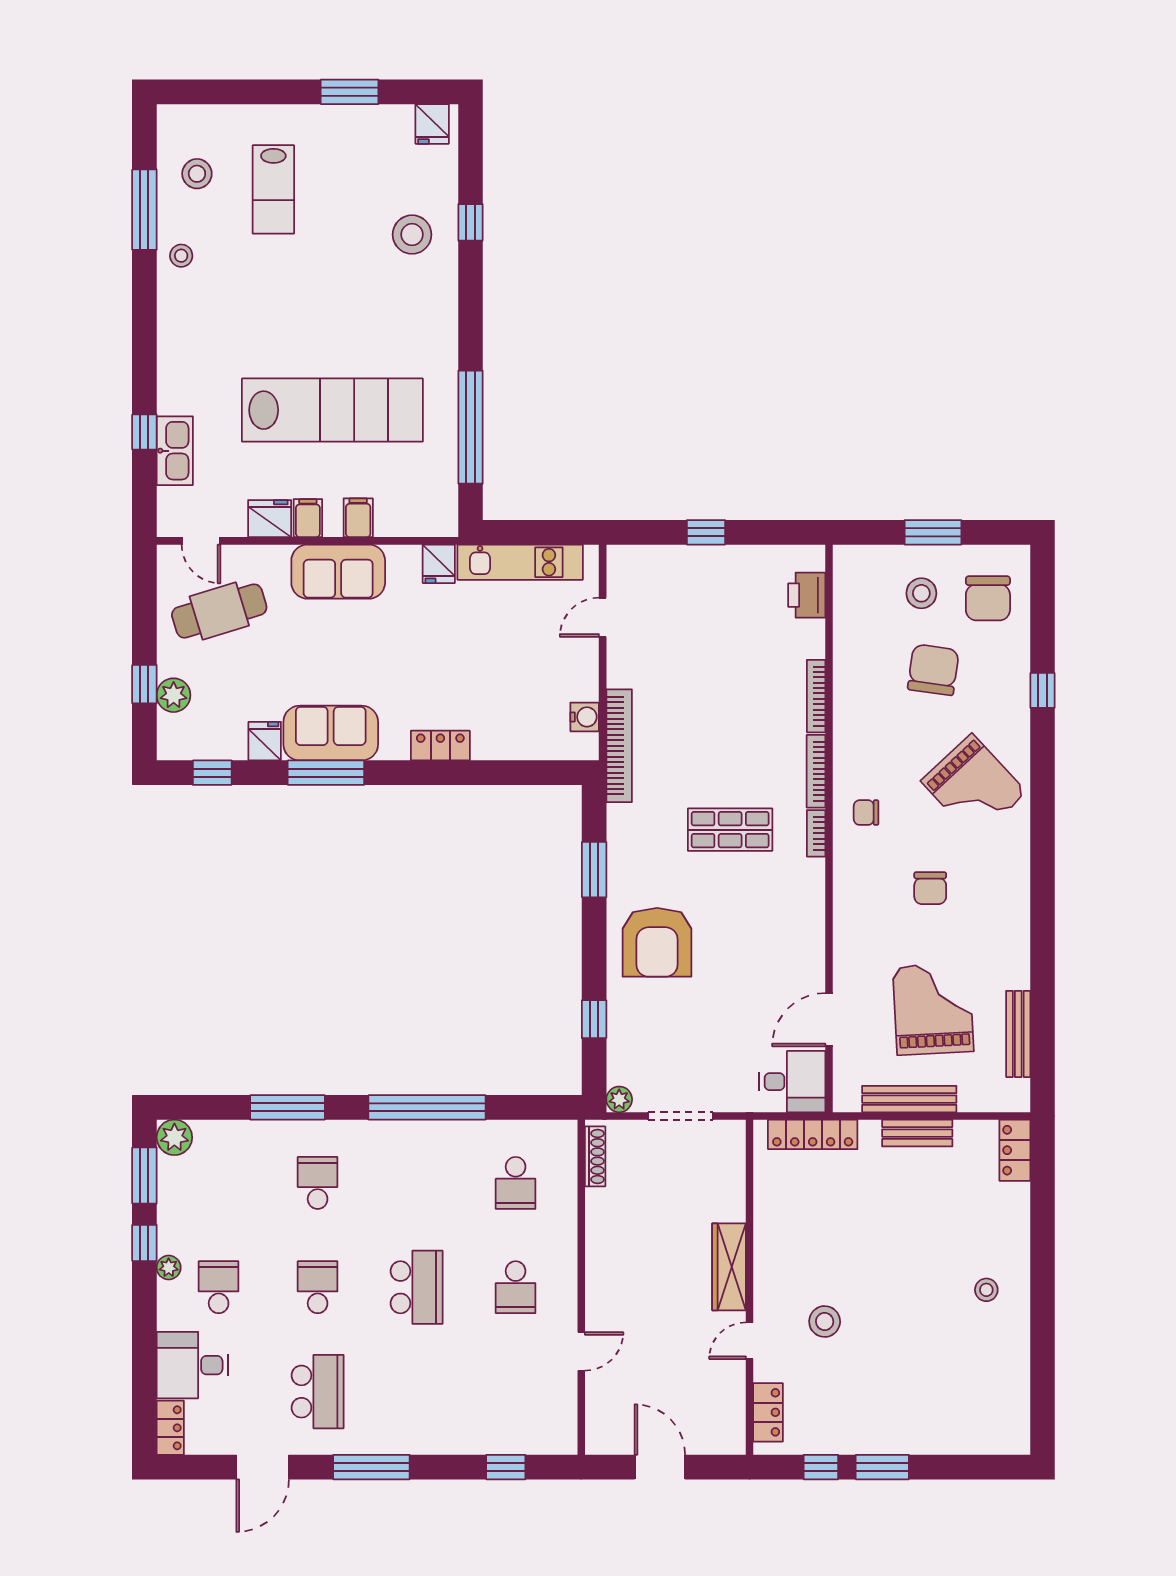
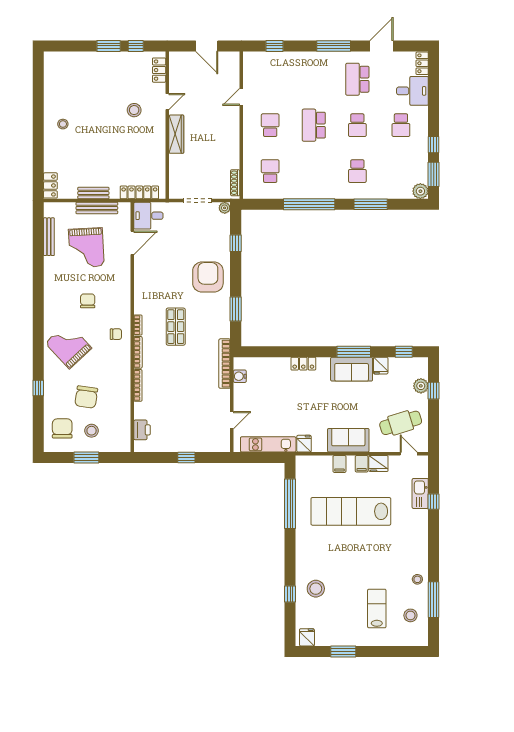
shop shelf: (730, 830) -> (176, 327), turned 90
plant: (169, 1268) -> (423, 134), removed

